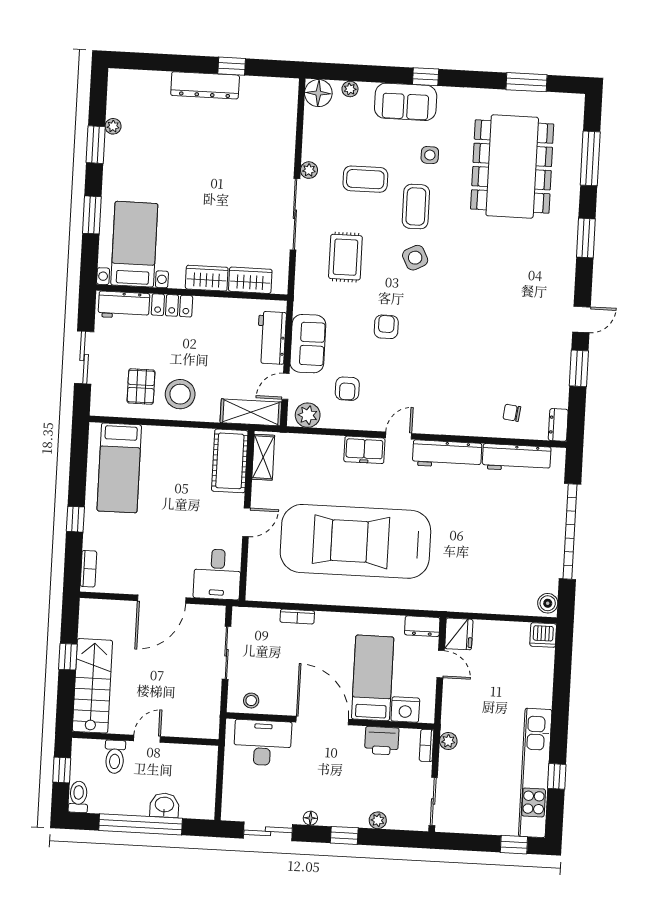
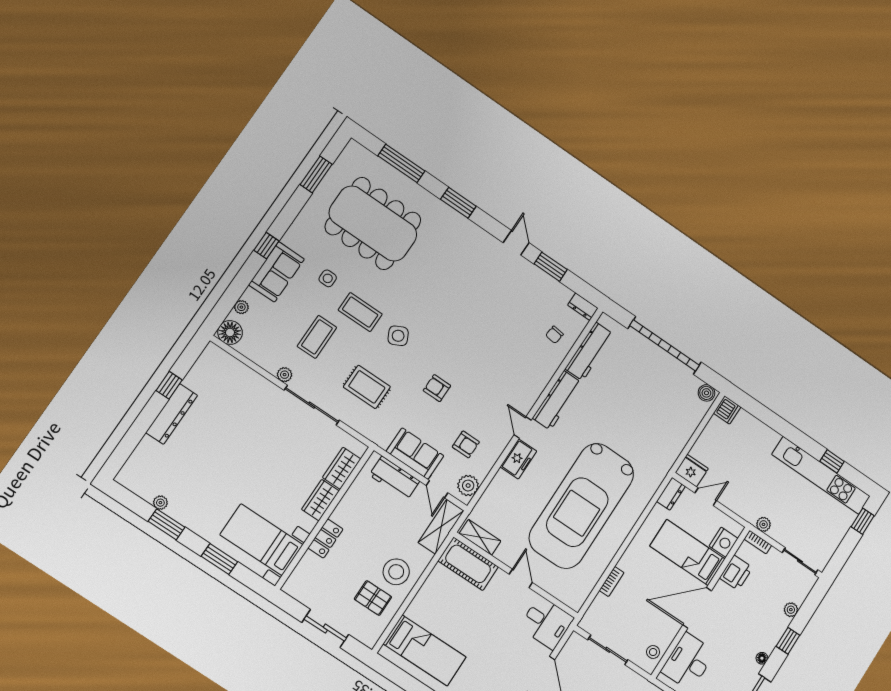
workbench: (124, 305) -> (303, 575), removed

